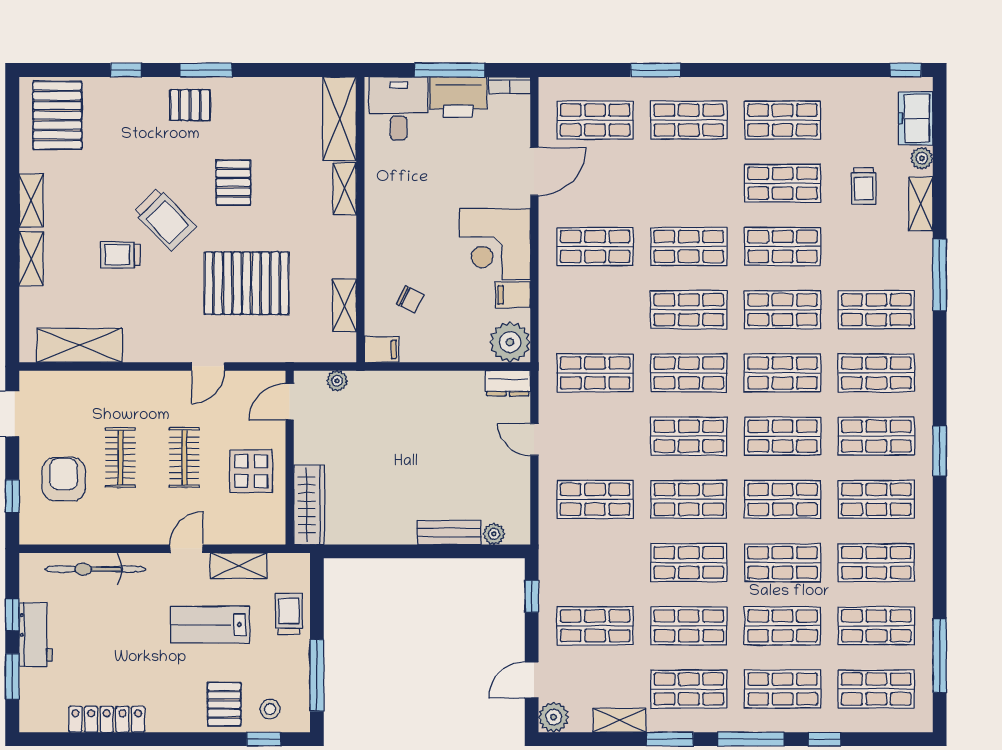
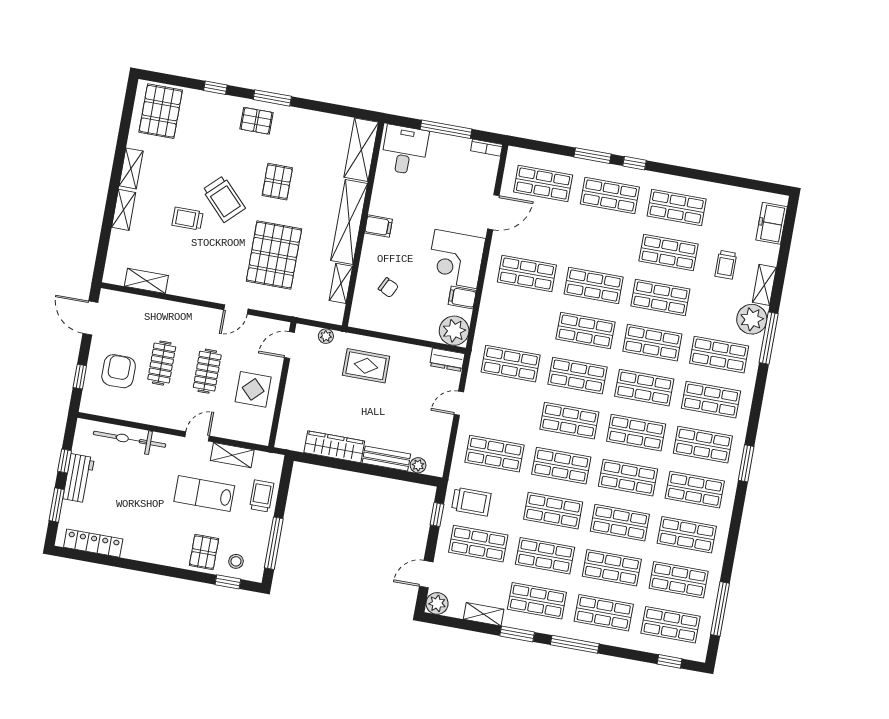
window: (906, 70) -> (635, 163), moved
printer: (458, 97) -> (449, 150), removed
plant: (922, 158) -> (752, 319), moved, width x1.88, depth x1.88
shelving: (345, 189) -> (349, 222), width x2.20, depth x1.33
pallet: (247, 283) -> (274, 255), turned 90
shelving: (79, 345) -> (146, 281), width x0.67, depth x0.75
filing cabinet: (382, 349) -> (379, 226), moved
rug: (399, 411) -> (366, 366), added
door: (534, 440) -> (459, 403), hinge flipped
wardrobe: (309, 505) -> (334, 447), moved, turned -90
trolley: (575, 570) -> (471, 502), added
locker: (107, 719) -> (93, 543), moved
window: (824, 739) -> (670, 661), moved

